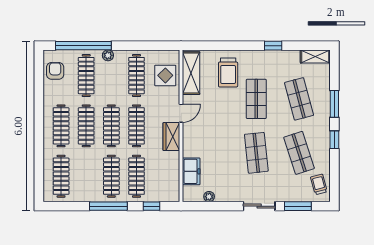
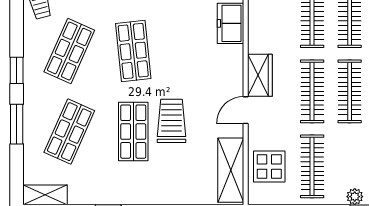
trolley: (228, 72) -> (171, 121), moved
shop shelf: (299, 99) -> (69, 132), turned 39
shop shelf: (299, 153) -> (69, 51), turned 42

